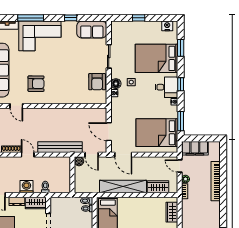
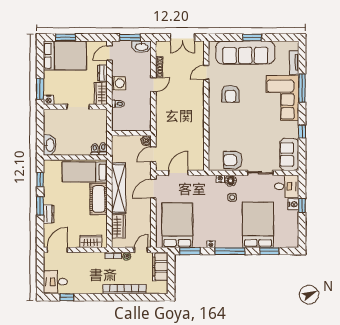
nightstand: (167, 26) -> (293, 204), moved
window: (181, 84) -> (230, 251), width x2.17
desk: (166, 87) -> (287, 186), moved, turned -90
bench: (60, 147) -> (162, 120), removed
cot: (133, 205) -> (99, 199), added

